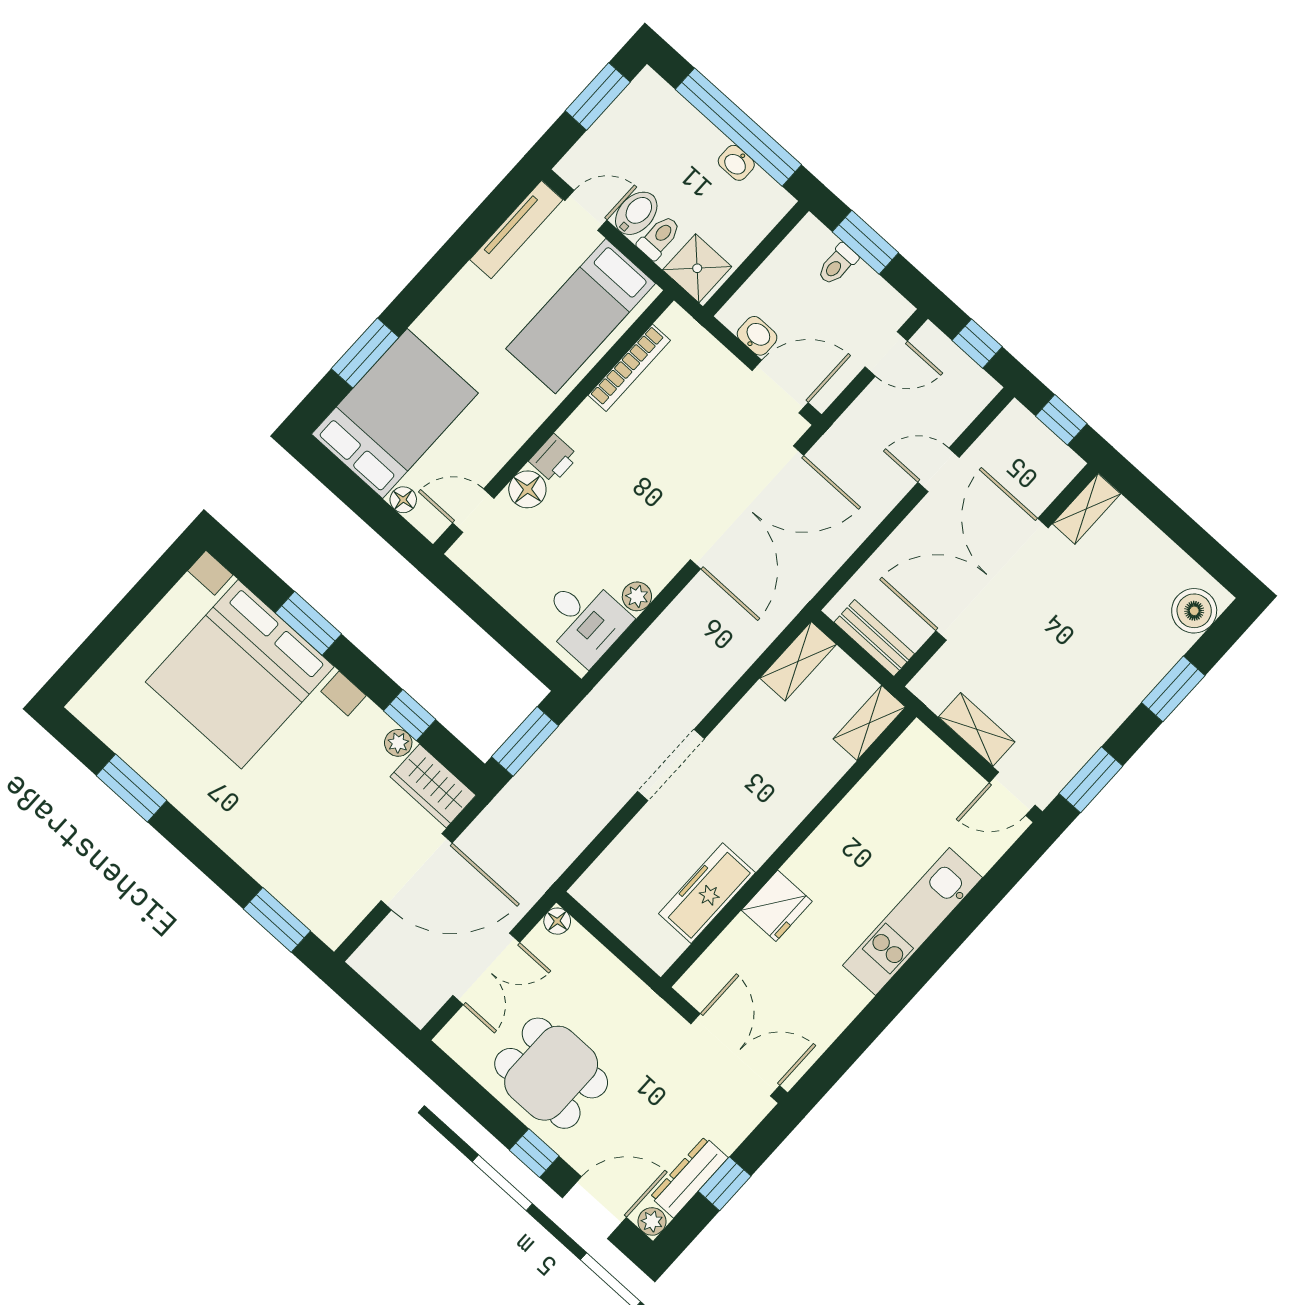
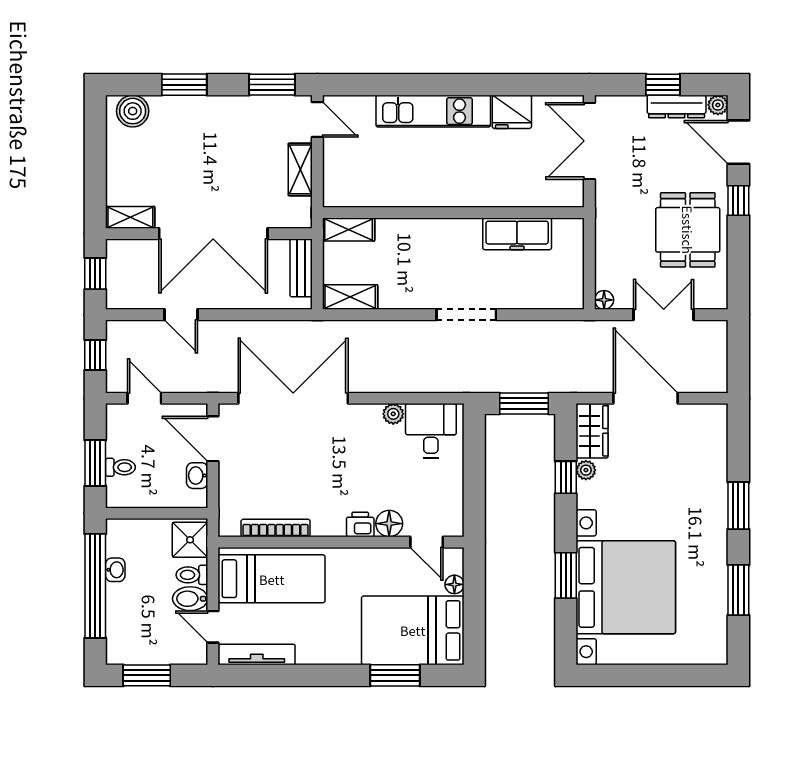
fridge: (777, 906) -> (512, 112), moved, turned 180
window: (277, 920) -> (738, 506), moved

